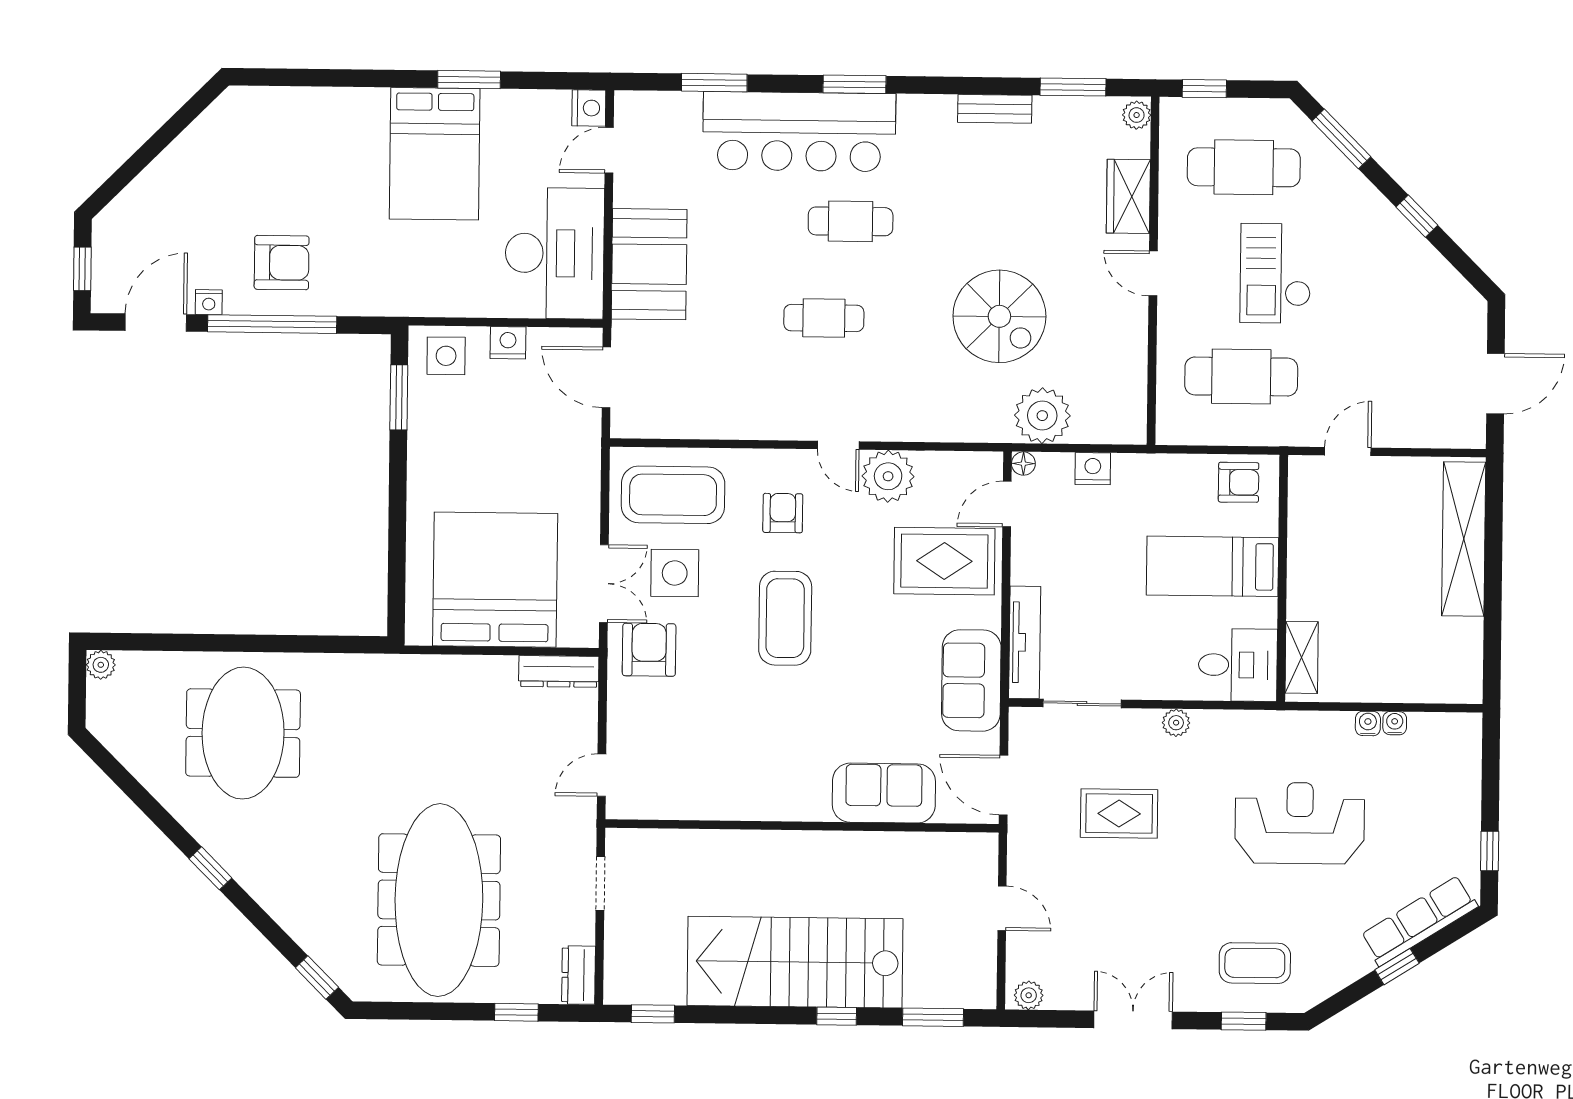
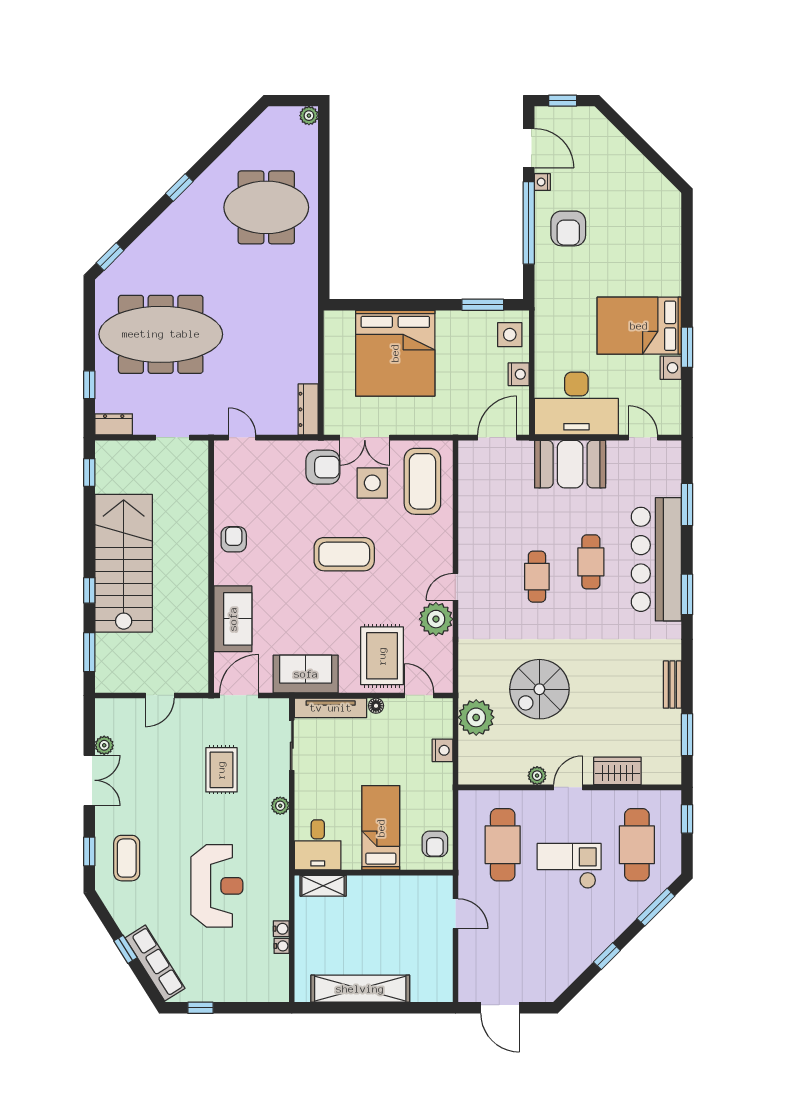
nightstand: (589, 108) -> (671, 368), moved, turned -90
plant: (1137, 115) -> (537, 776), moved
cafe table: (851, 221) -> (591, 562), moved
floor lamp: (1023, 464) -> (376, 706), moved
armchair: (783, 513) -> (234, 539), moved, turned -90
shelving: (1464, 539) -> (360, 989), moved
bed: (495, 580) -> (395, 353), moved, turned 90
plant: (1029, 995) -> (104, 745), moved

